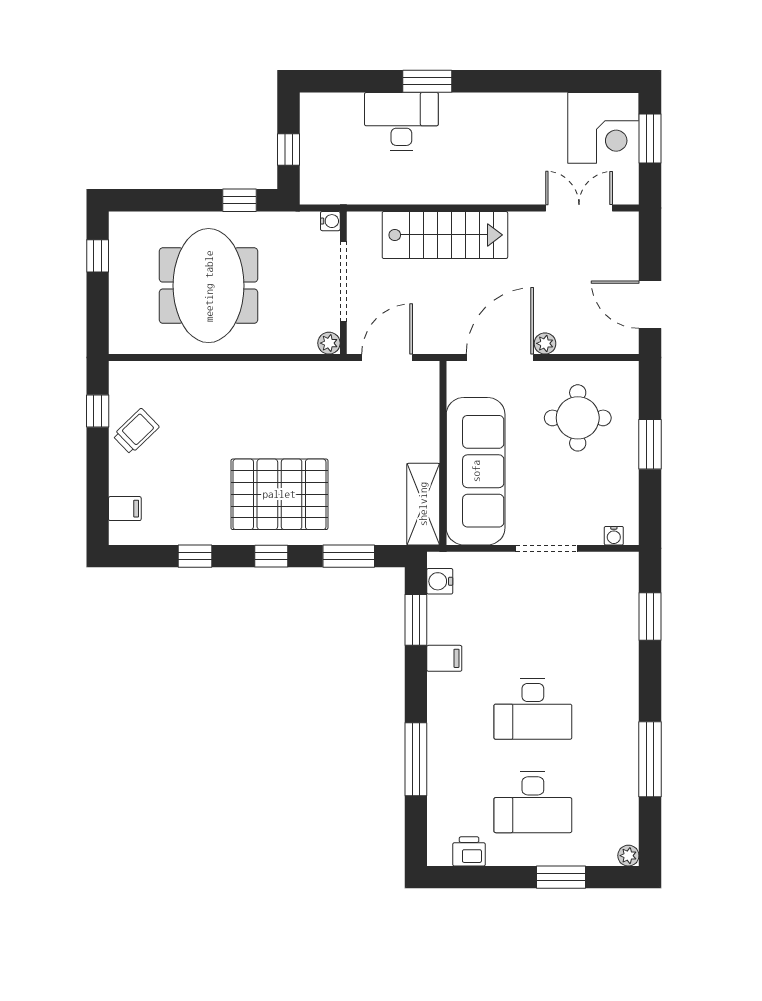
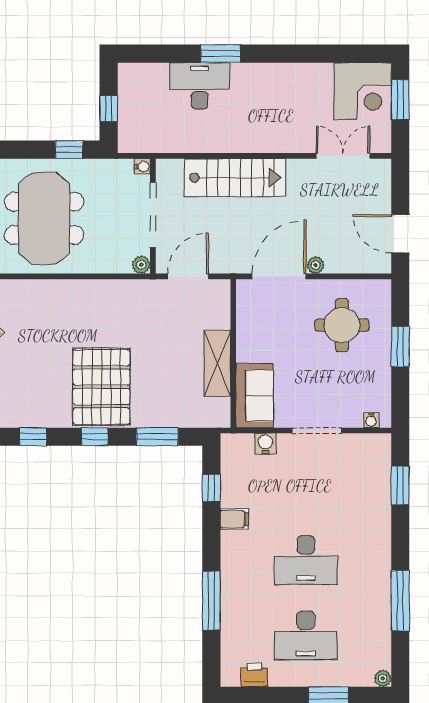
sofa: (476, 471) -> (255, 396), width x0.54, depth x0.79
pallet: (279, 494) -> (101, 387), turned 90
shelving: (423, 504) -> (217, 363), moved
water cooler: (440, 581) -> (265, 444), moved, turned 90
window: (416, 620) -> (211, 488), width x0.67

